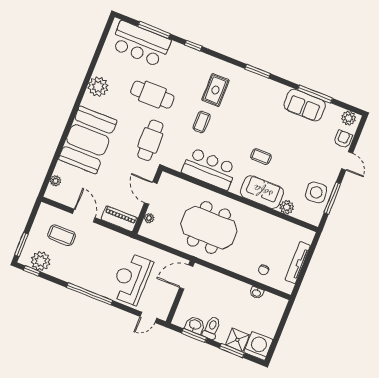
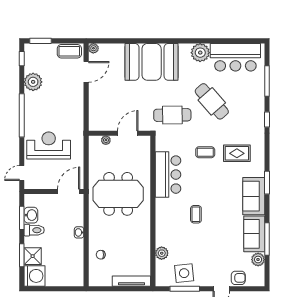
bar counter: (141, 44) -> (235, 57), moved, turned -90
cafe table: (152, 95) -> (212, 101), turned -41
plant: (349, 118) -> (258, 260), moved
plant: (56, 181) -> (93, 48), moved
sofa: (262, 192) -> (254, 196), moved, turned 180
door: (84, 216) -> (86, 72), moved
piano: (119, 219) -> (95, 115), removed
meeting table: (209, 228) -> (118, 194), turned 90
coffee table: (62, 235) -> (69, 51), moved, turned 90
plant: (41, 261) -> (33, 82), moved
tv unit: (298, 263) -> (131, 281), moved
door: (186, 277) -> (69, 192), hinge flipped
washbasin: (257, 293) -> (79, 232), moved
door: (148, 317) -> (22, 173), hinge flipped

